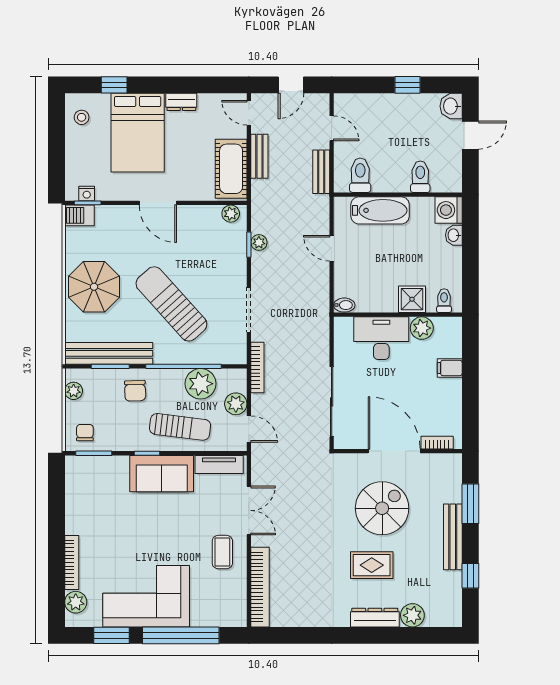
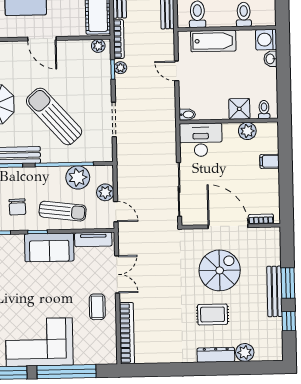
desk: (381, 338) -> (201, 140), moved
bookcase: (257, 367) -> (119, 39), moved
chair: (135, 391) -> (17, 207), moved
window: (470, 504) -> (288, 283), moved

